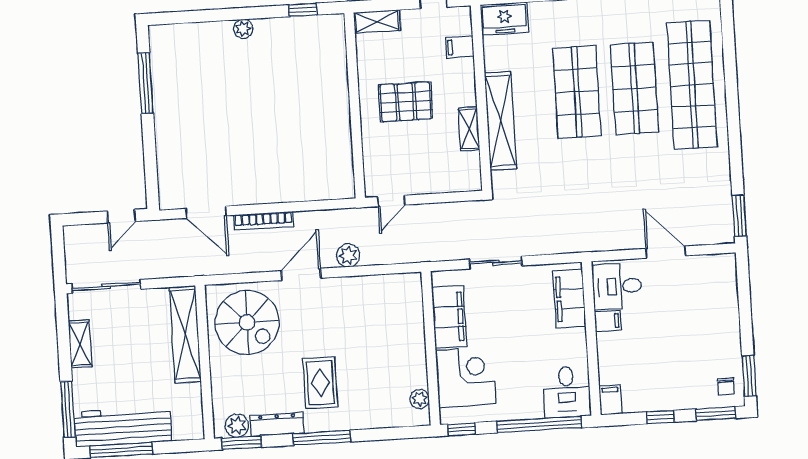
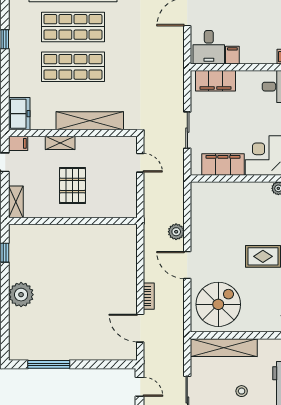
plant: (243, 29) -> (21, 295), width x1.87, depth x1.87
filing cabinet: (460, 47) -> (18, 143), moved, turned -90
shelving: (469, 129) -> (60, 143), moved
door: (391, 201) -> (140, 163), moved
door: (206, 212) -> (140, 328), swing flipped
bookcase: (263, 221) -> (149, 296), width x0.64
stool: (124, 364) -> (242, 391), added

